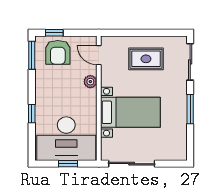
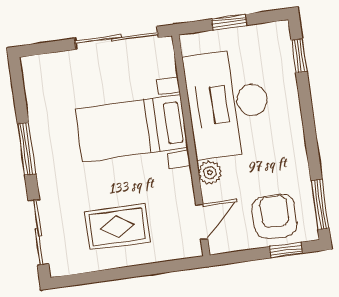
door: (99, 55) -> (202, 222), hinge flipped
window: (32, 114) -> (299, 56), moved
desk: (66, 139) -> (228, 103), moved, turned -90

